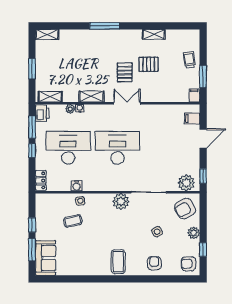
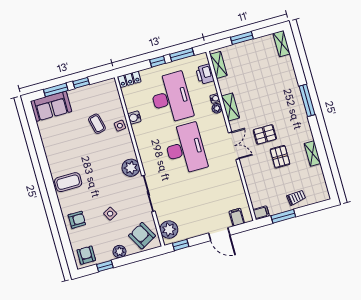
plant: (70, 109) -> (217, 108), moved
printer: (42, 113) -> (205, 74), moved, turned 90

